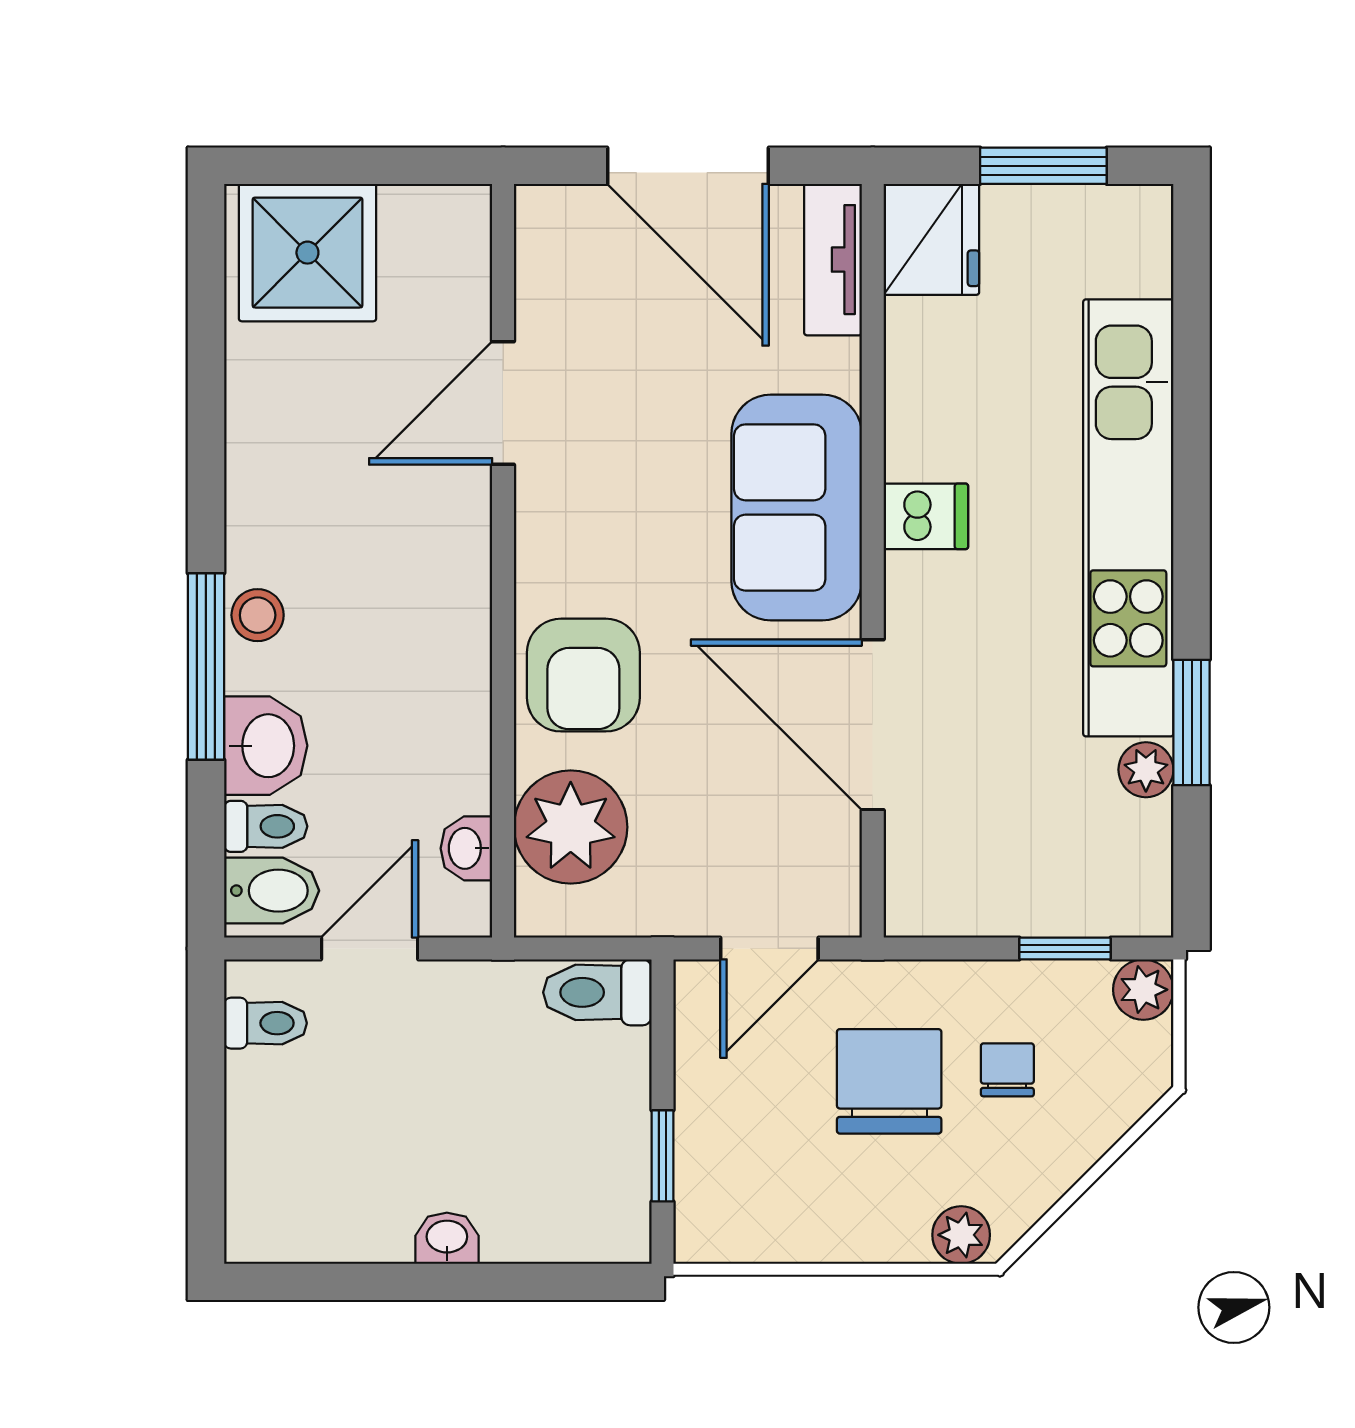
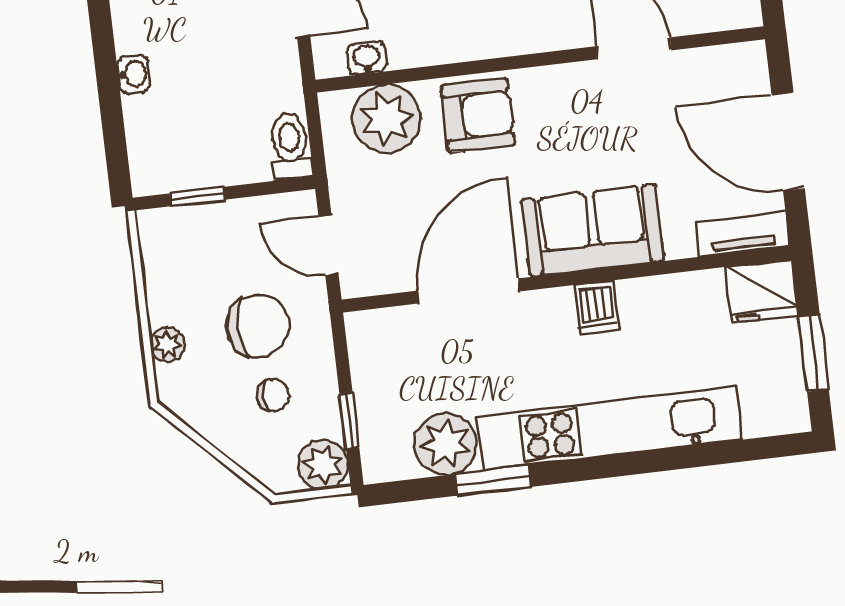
door: (688, 166) -> (788, 141), hinge flipped
armchair: (583, 675) -> (478, 115), turned 180
plant: (1146, 770) -> (445, 444), width x1.88, depth x1.88
plant: (1143, 990) -> (323, 465), width x1.38, depth x1.38
plant: (961, 1235) -> (168, 345), moved

